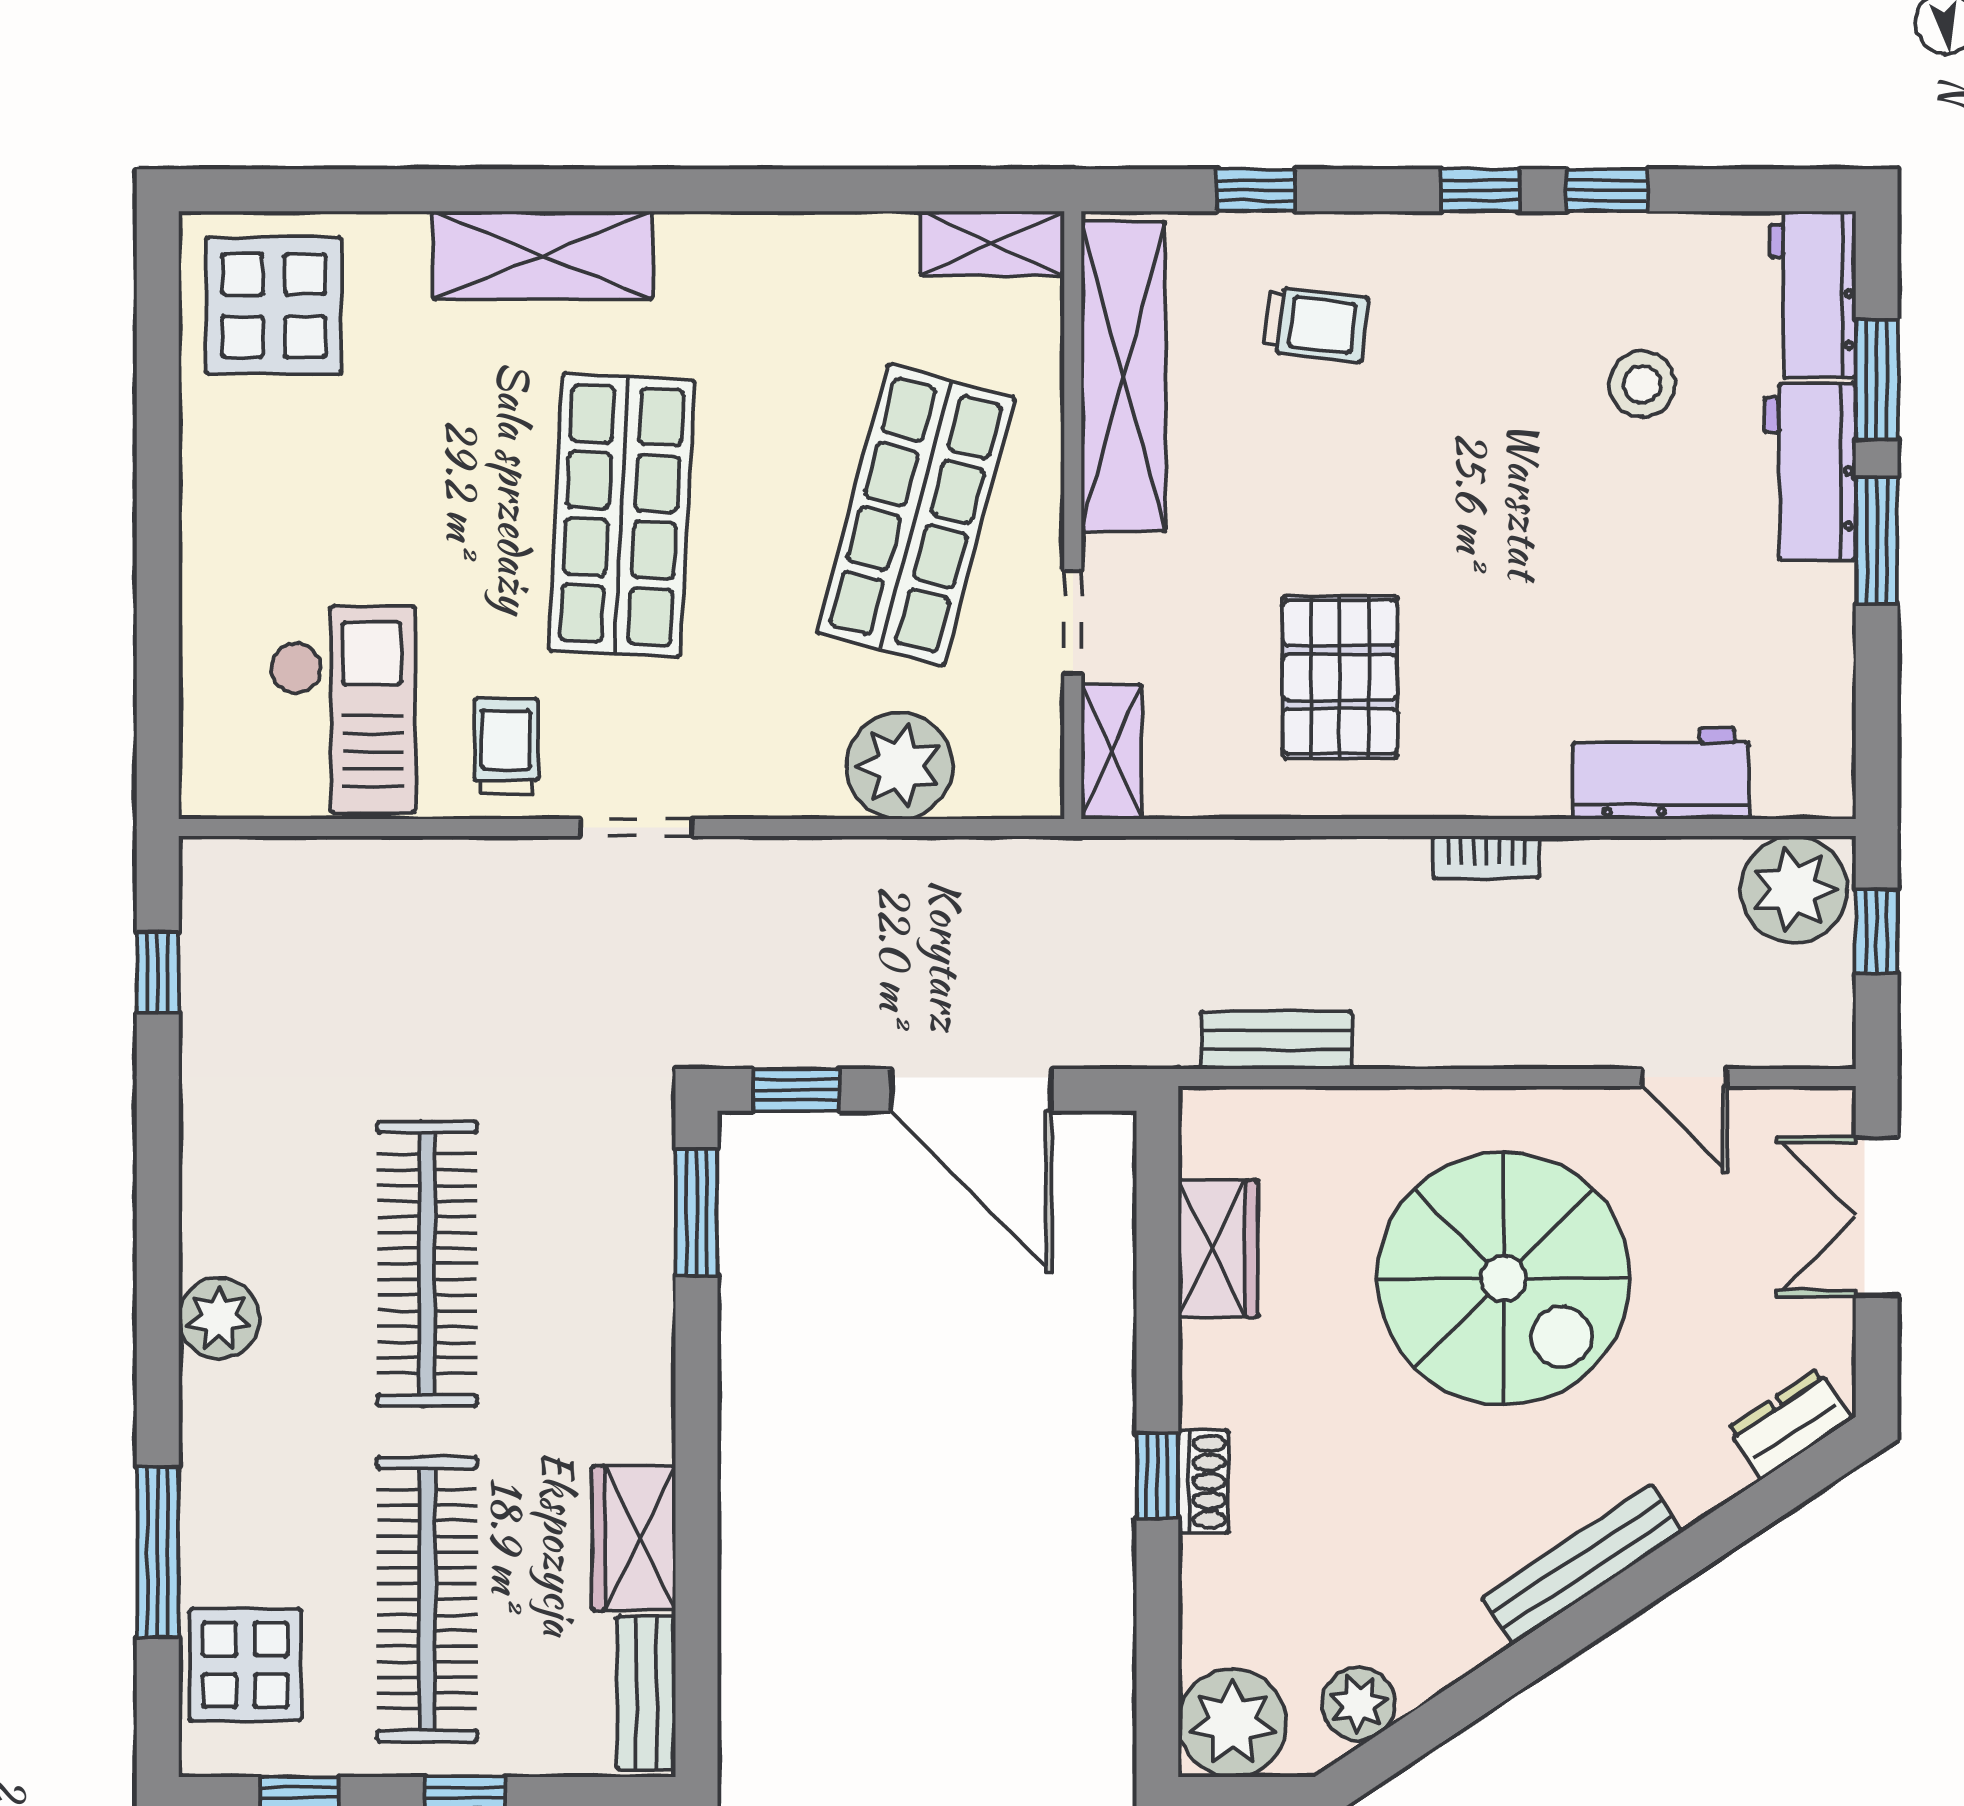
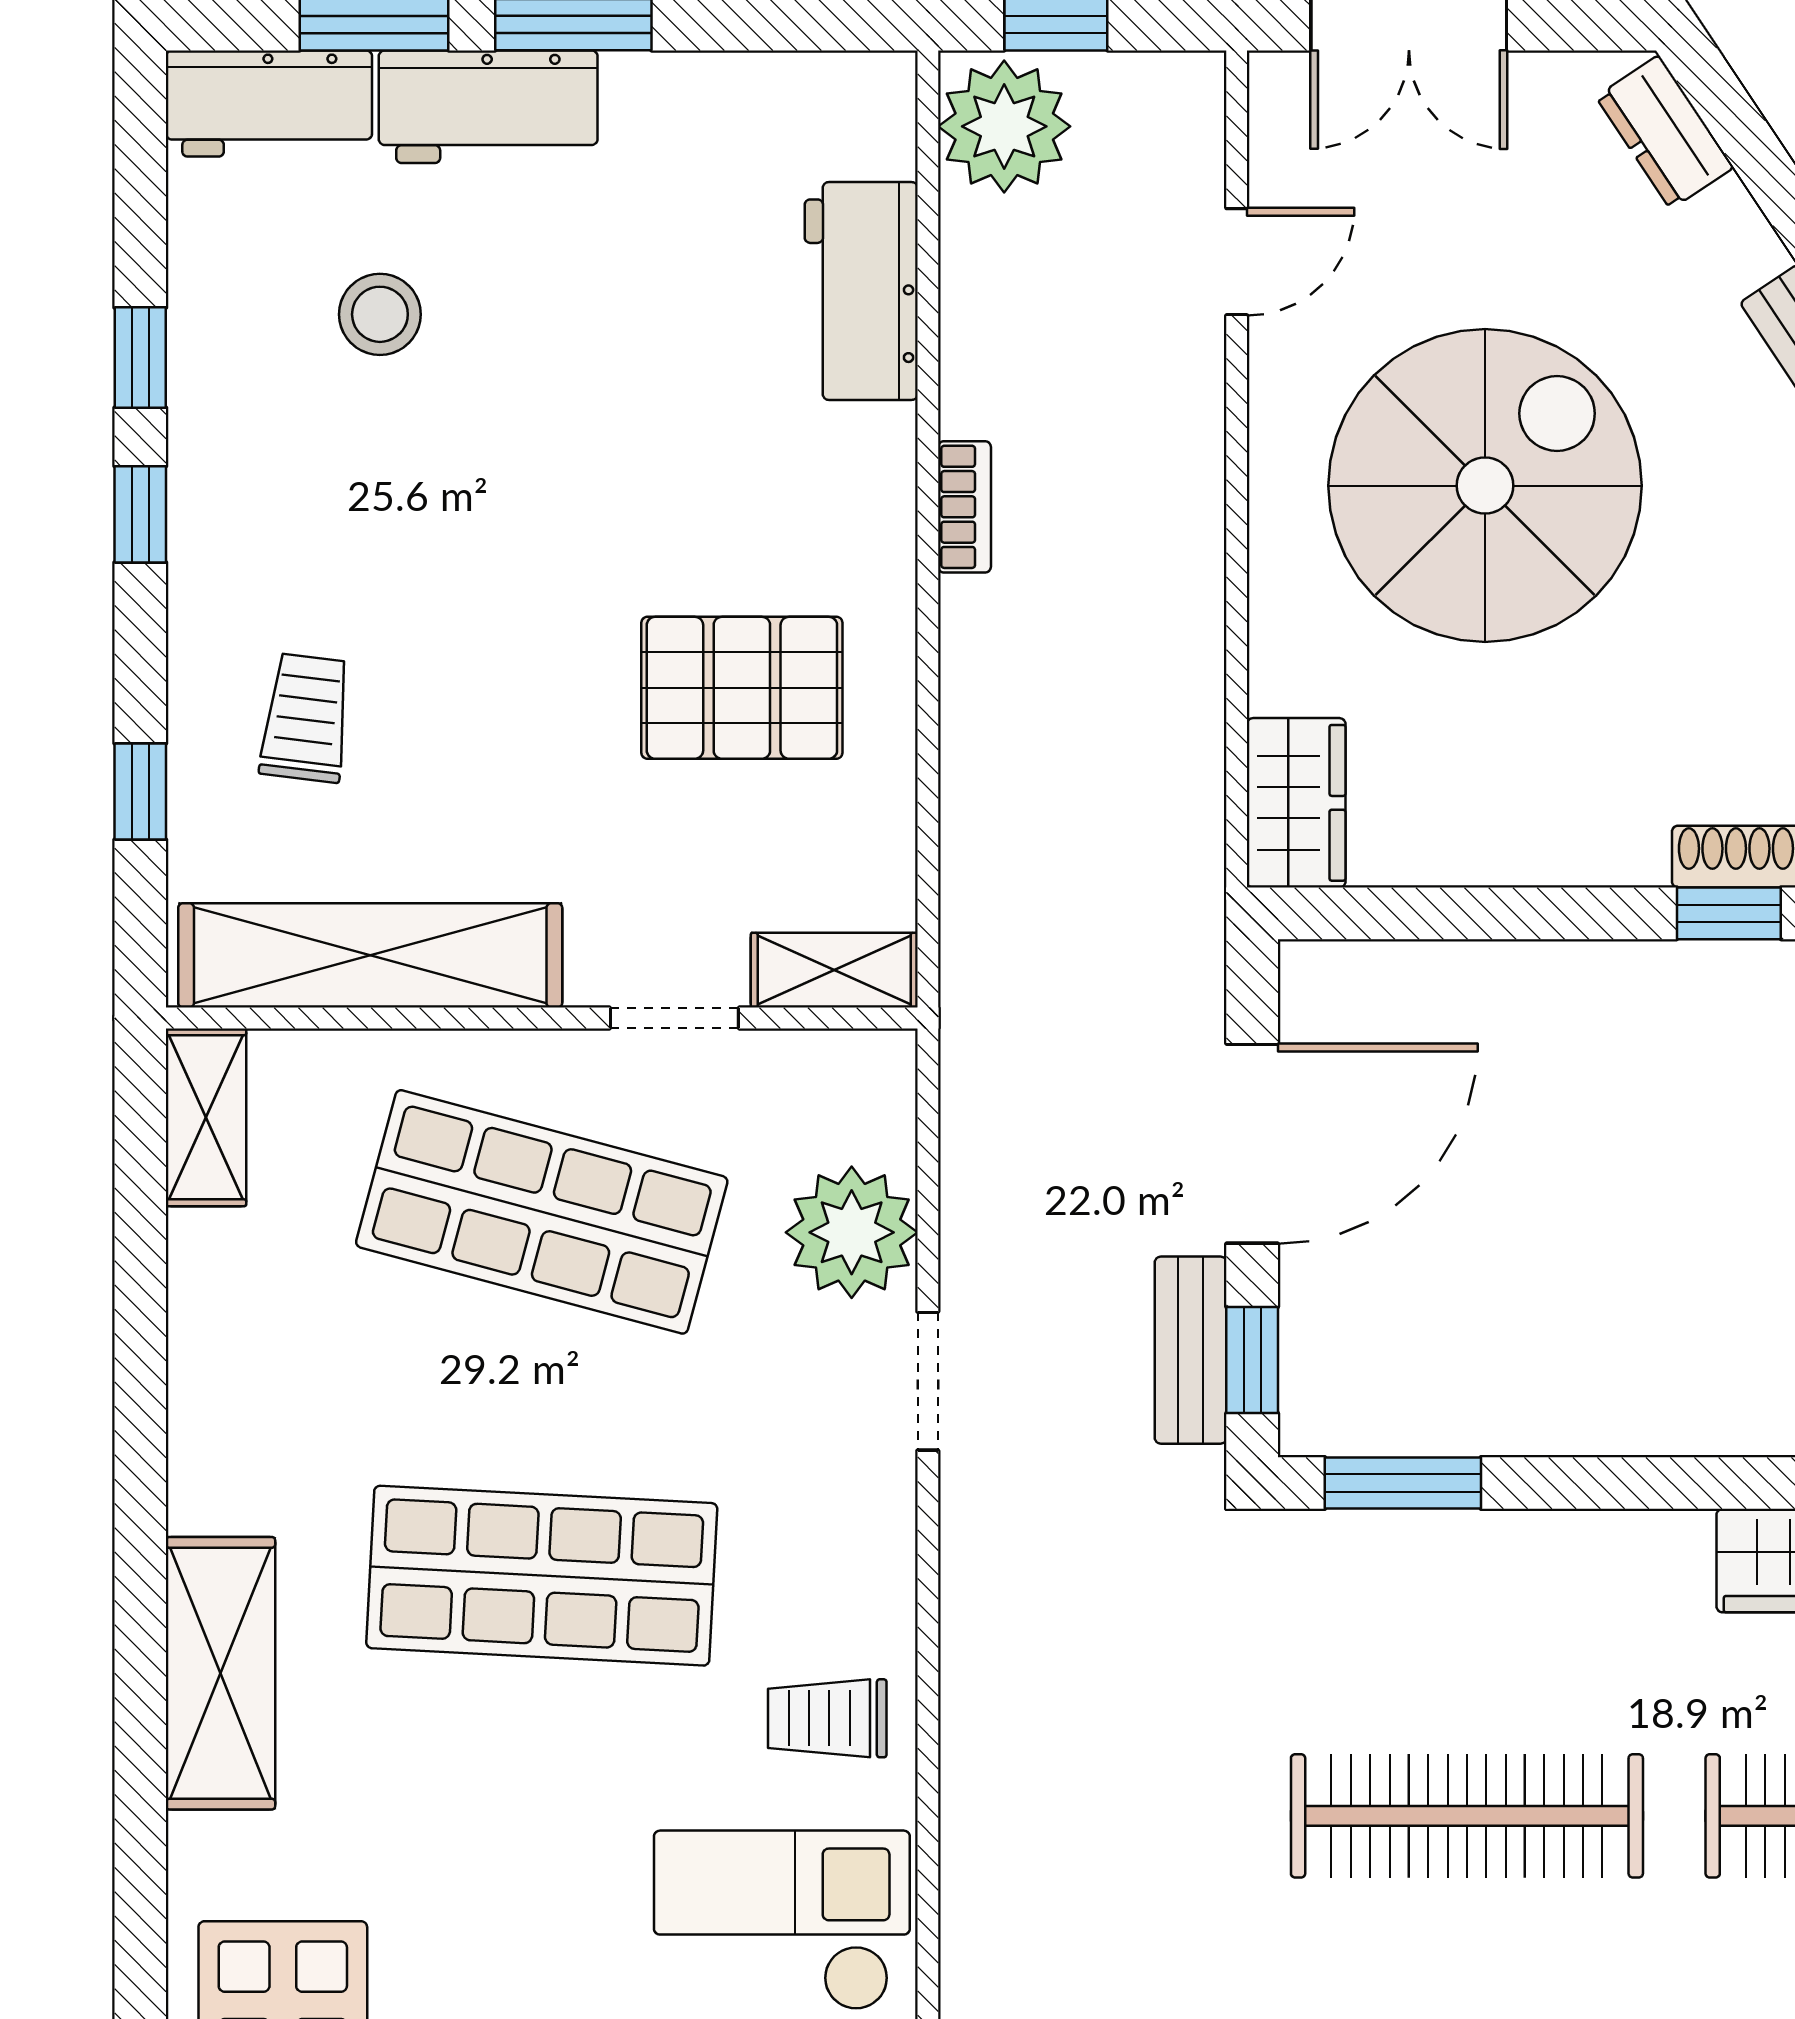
doorway: (637, 828) -> (928, 1381), moved
bench: (1276, 1040) -> (1191, 1350), moved
wardrobe: (1218, 1249) -> (1296, 803), moved, turned 90

